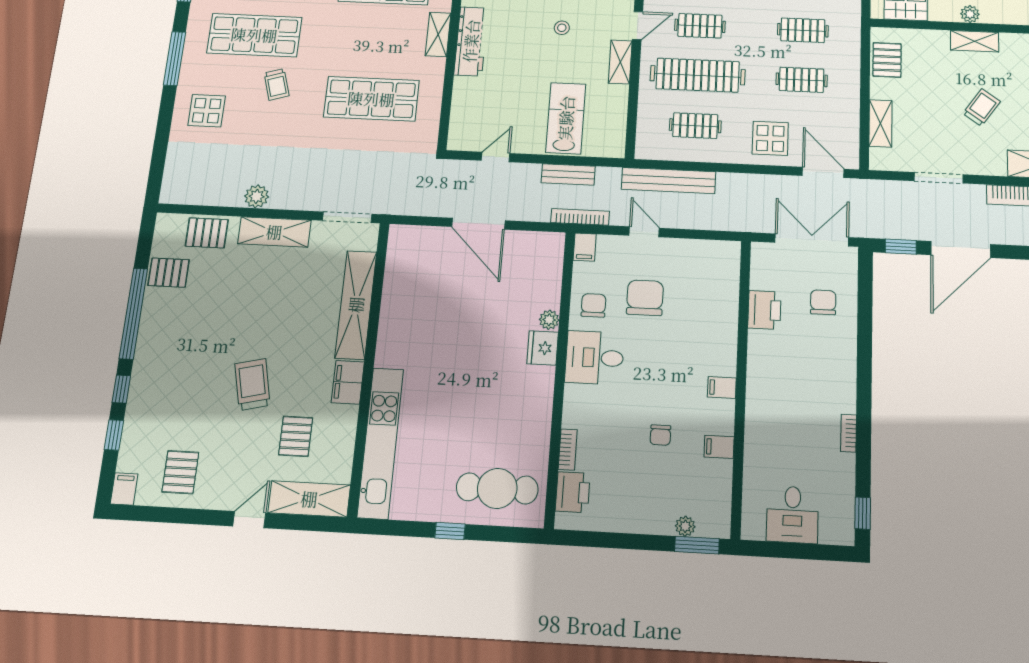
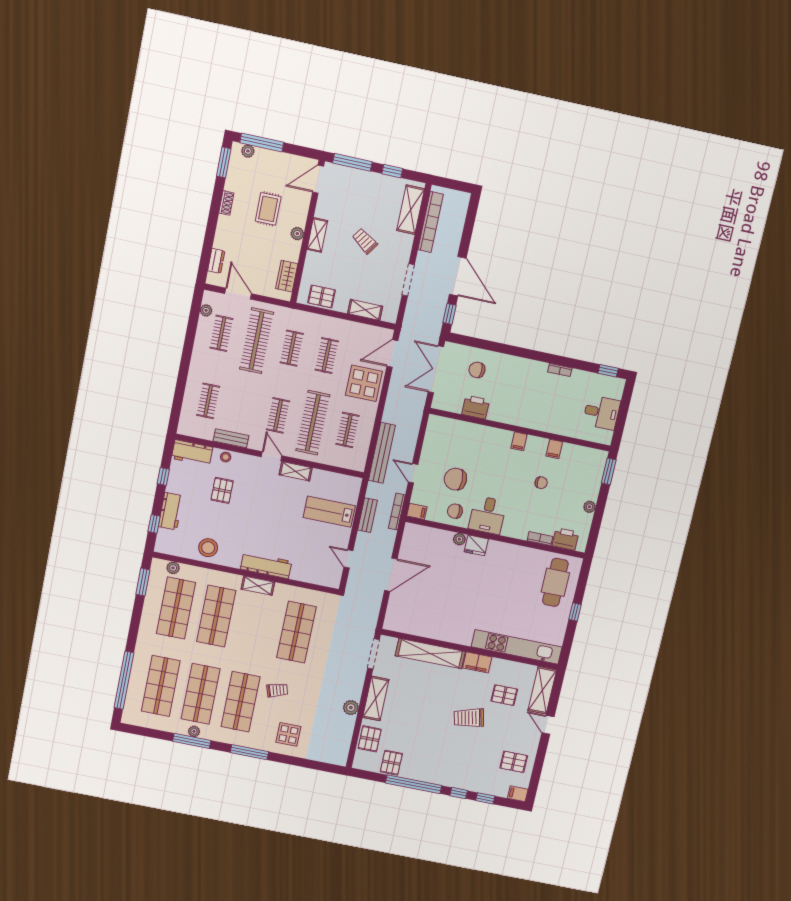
stool: (562, 28) -> (266, 506), removed
display table: (770, 138) -> (364, 383), width x1.36, depth x1.36
door: (644, 232) -> (413, 473), hinge flipped
plant: (685, 526) -> (590, 507), moved

